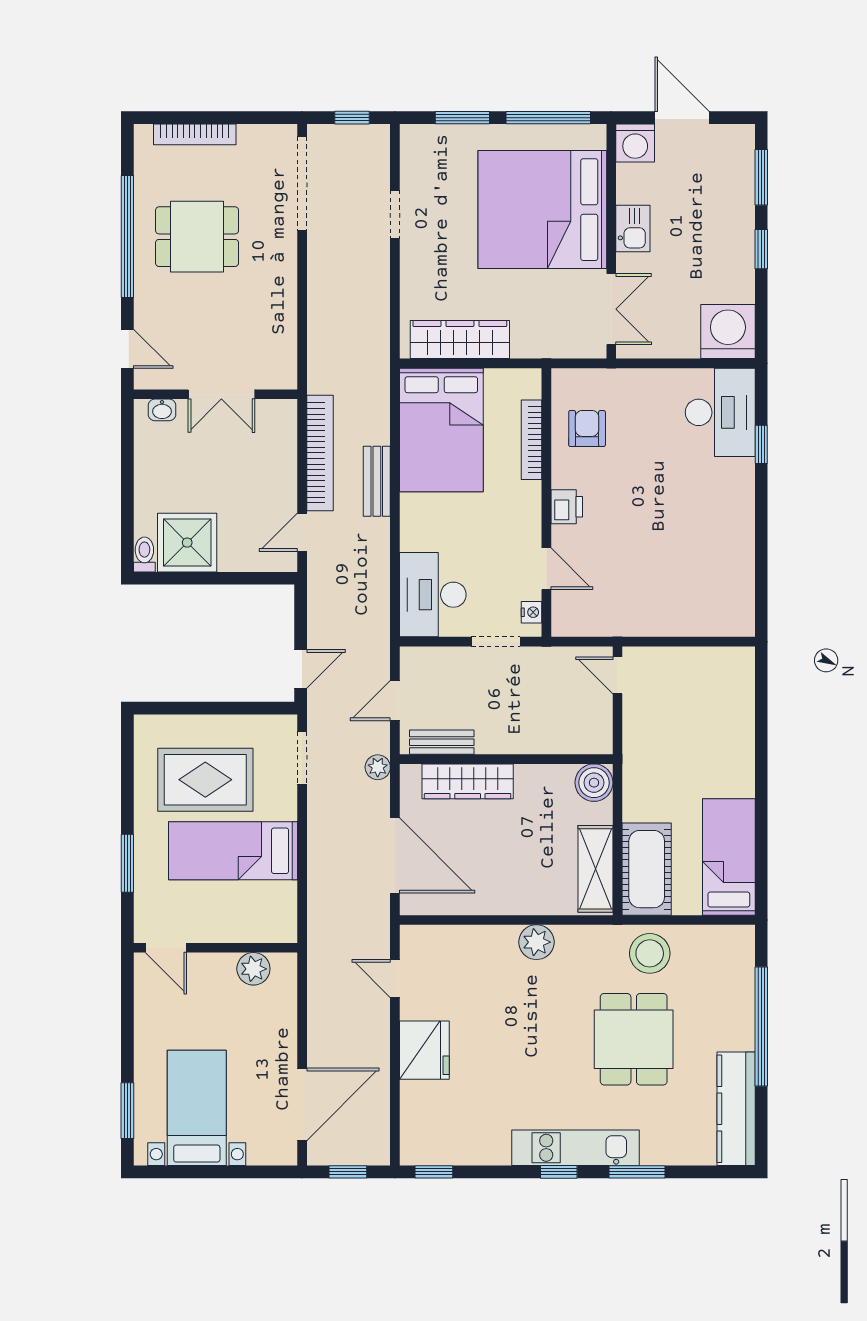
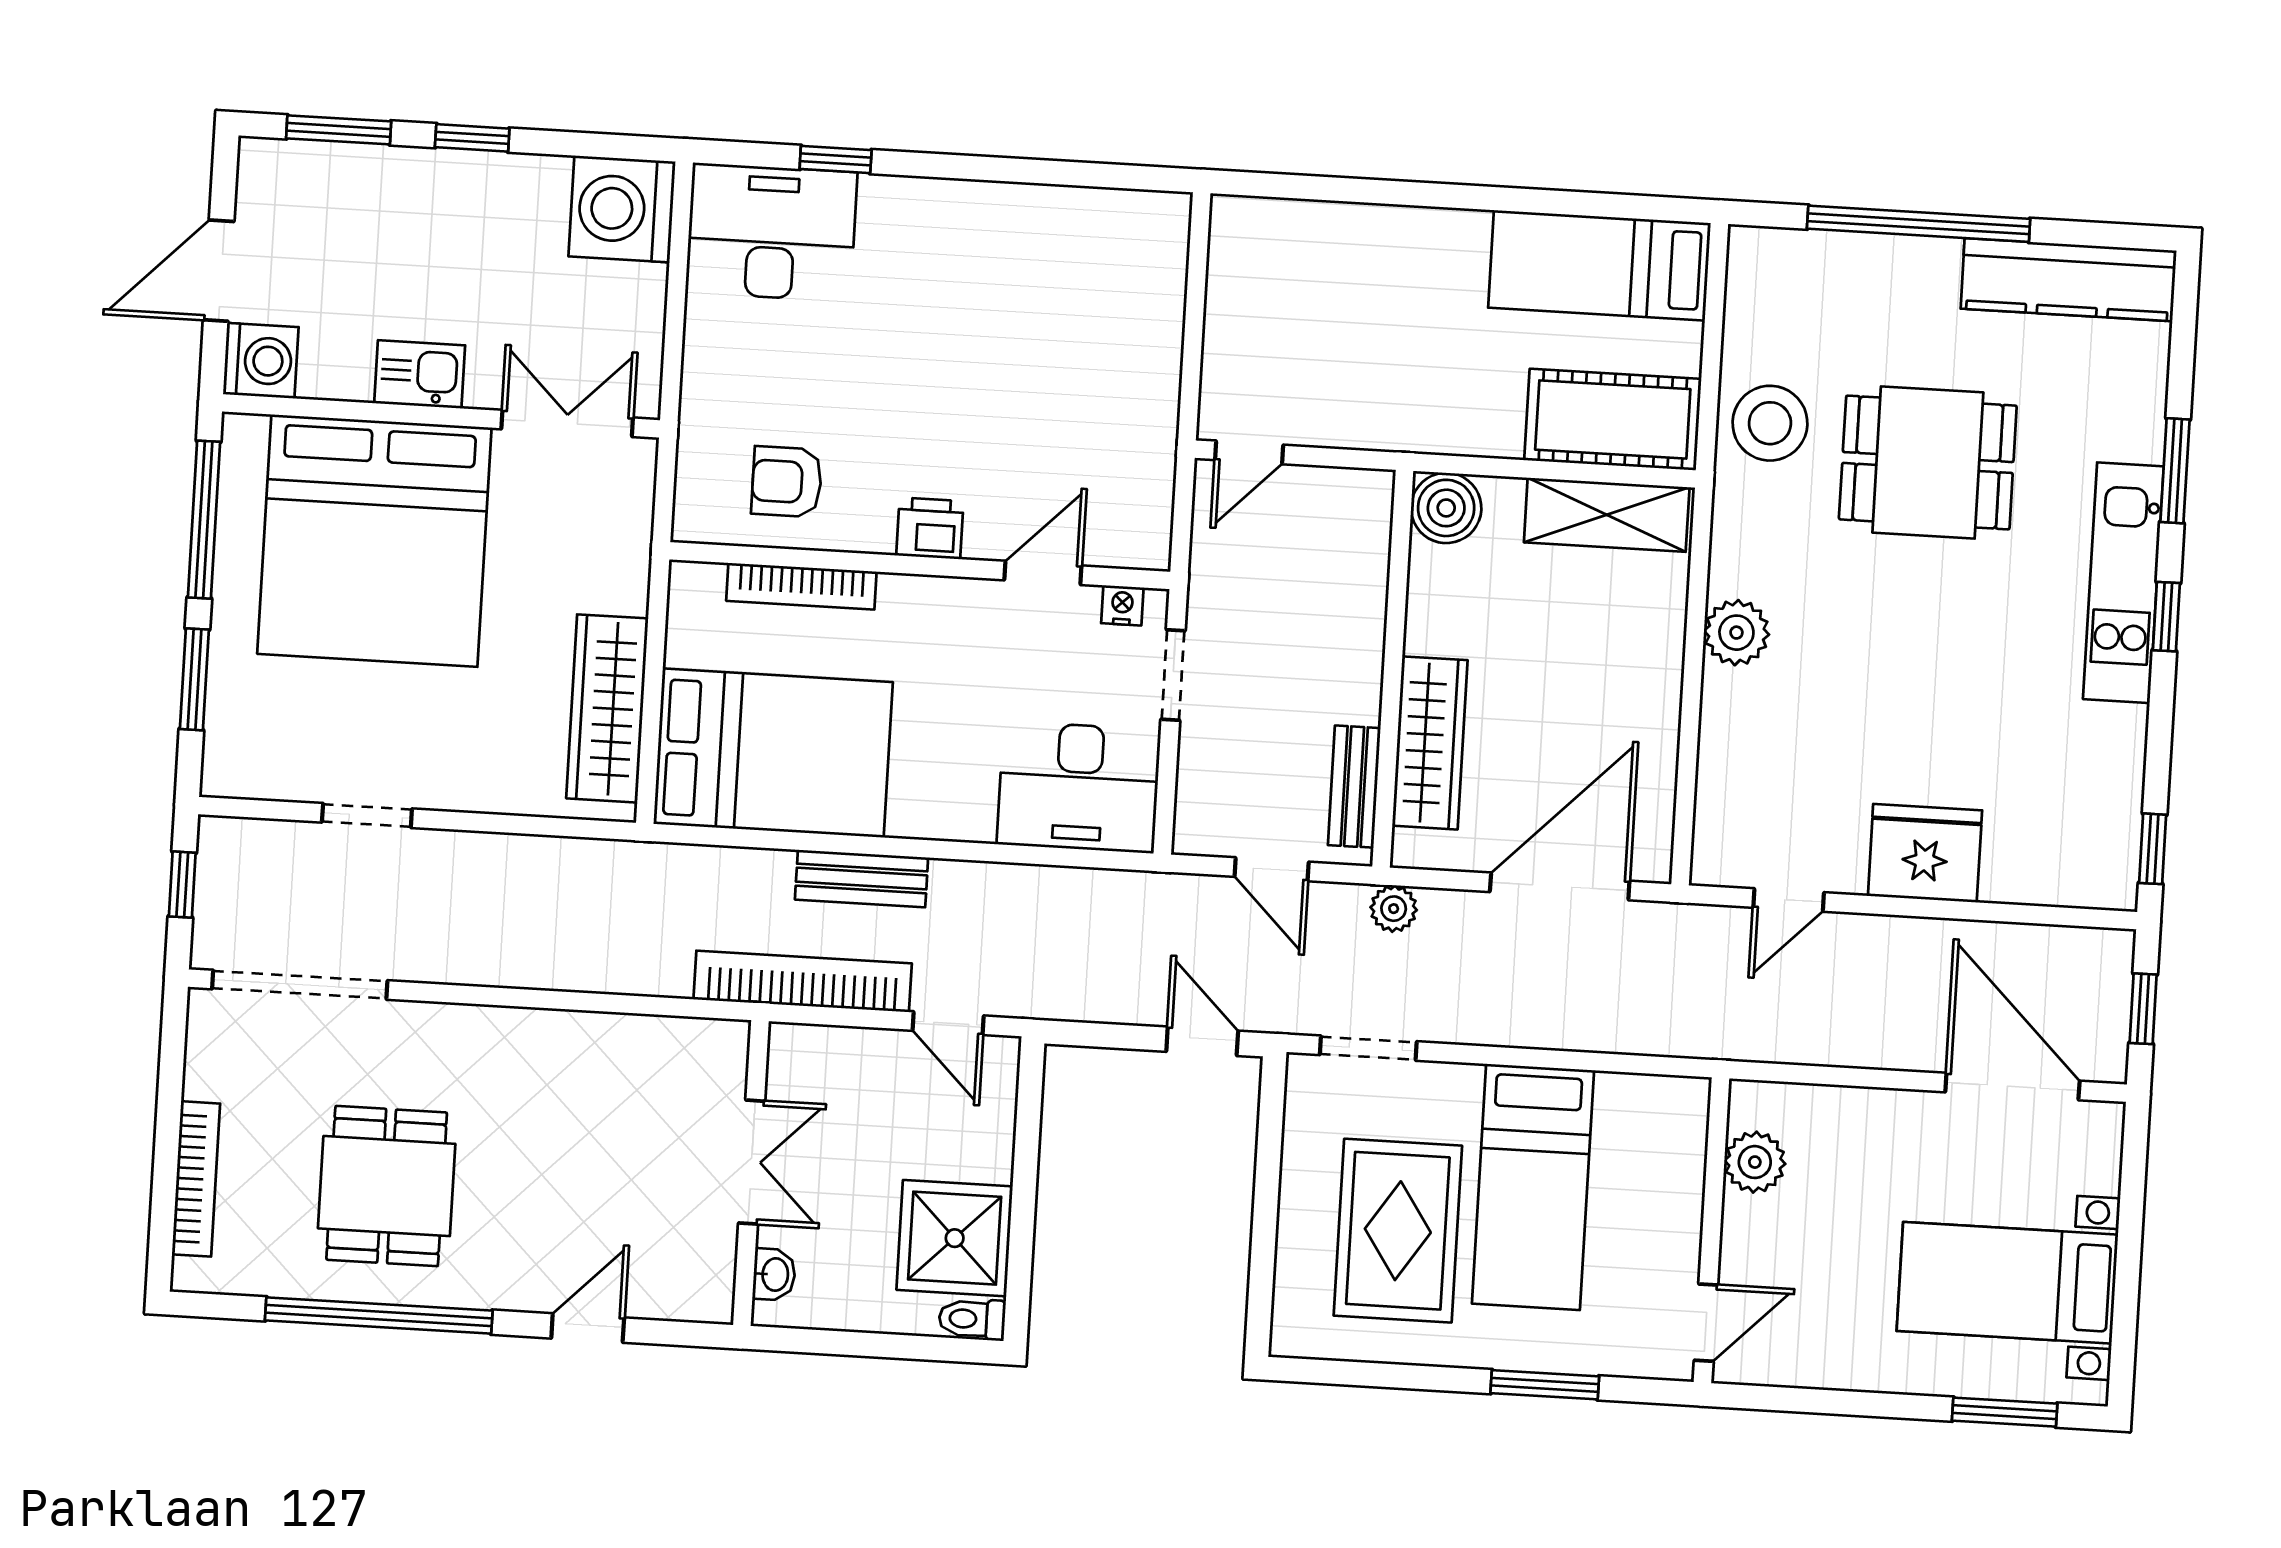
wall: (216, 394) -> (751, 1173), moved
double door: (221, 394) -> (752, 1162), moved
washbasin: (162, 410) -> (774, 1274), moved

